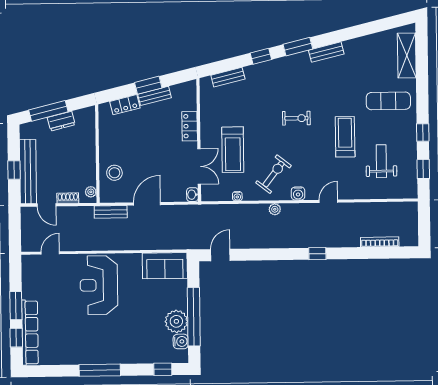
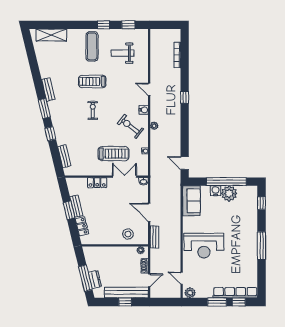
exercise mat: (388, 101) -> (92, 46), moved
dresser: (61, 121) -> (95, 280), moved
treadmill: (345, 137) -> (92, 81), moved
plant: (29, 266) -> (190, 293), added
water cooler: (181, 341) -> (215, 191), moved

